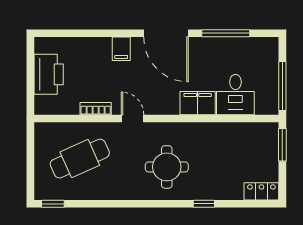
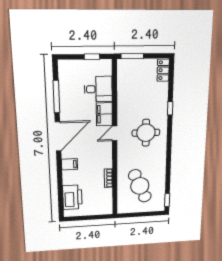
printer: (49, 74) -> (72, 197), moved, turned 90
window: (282, 86) -> (92, 57), width x0.46
door: (133, 118) -> (115, 133), moved

